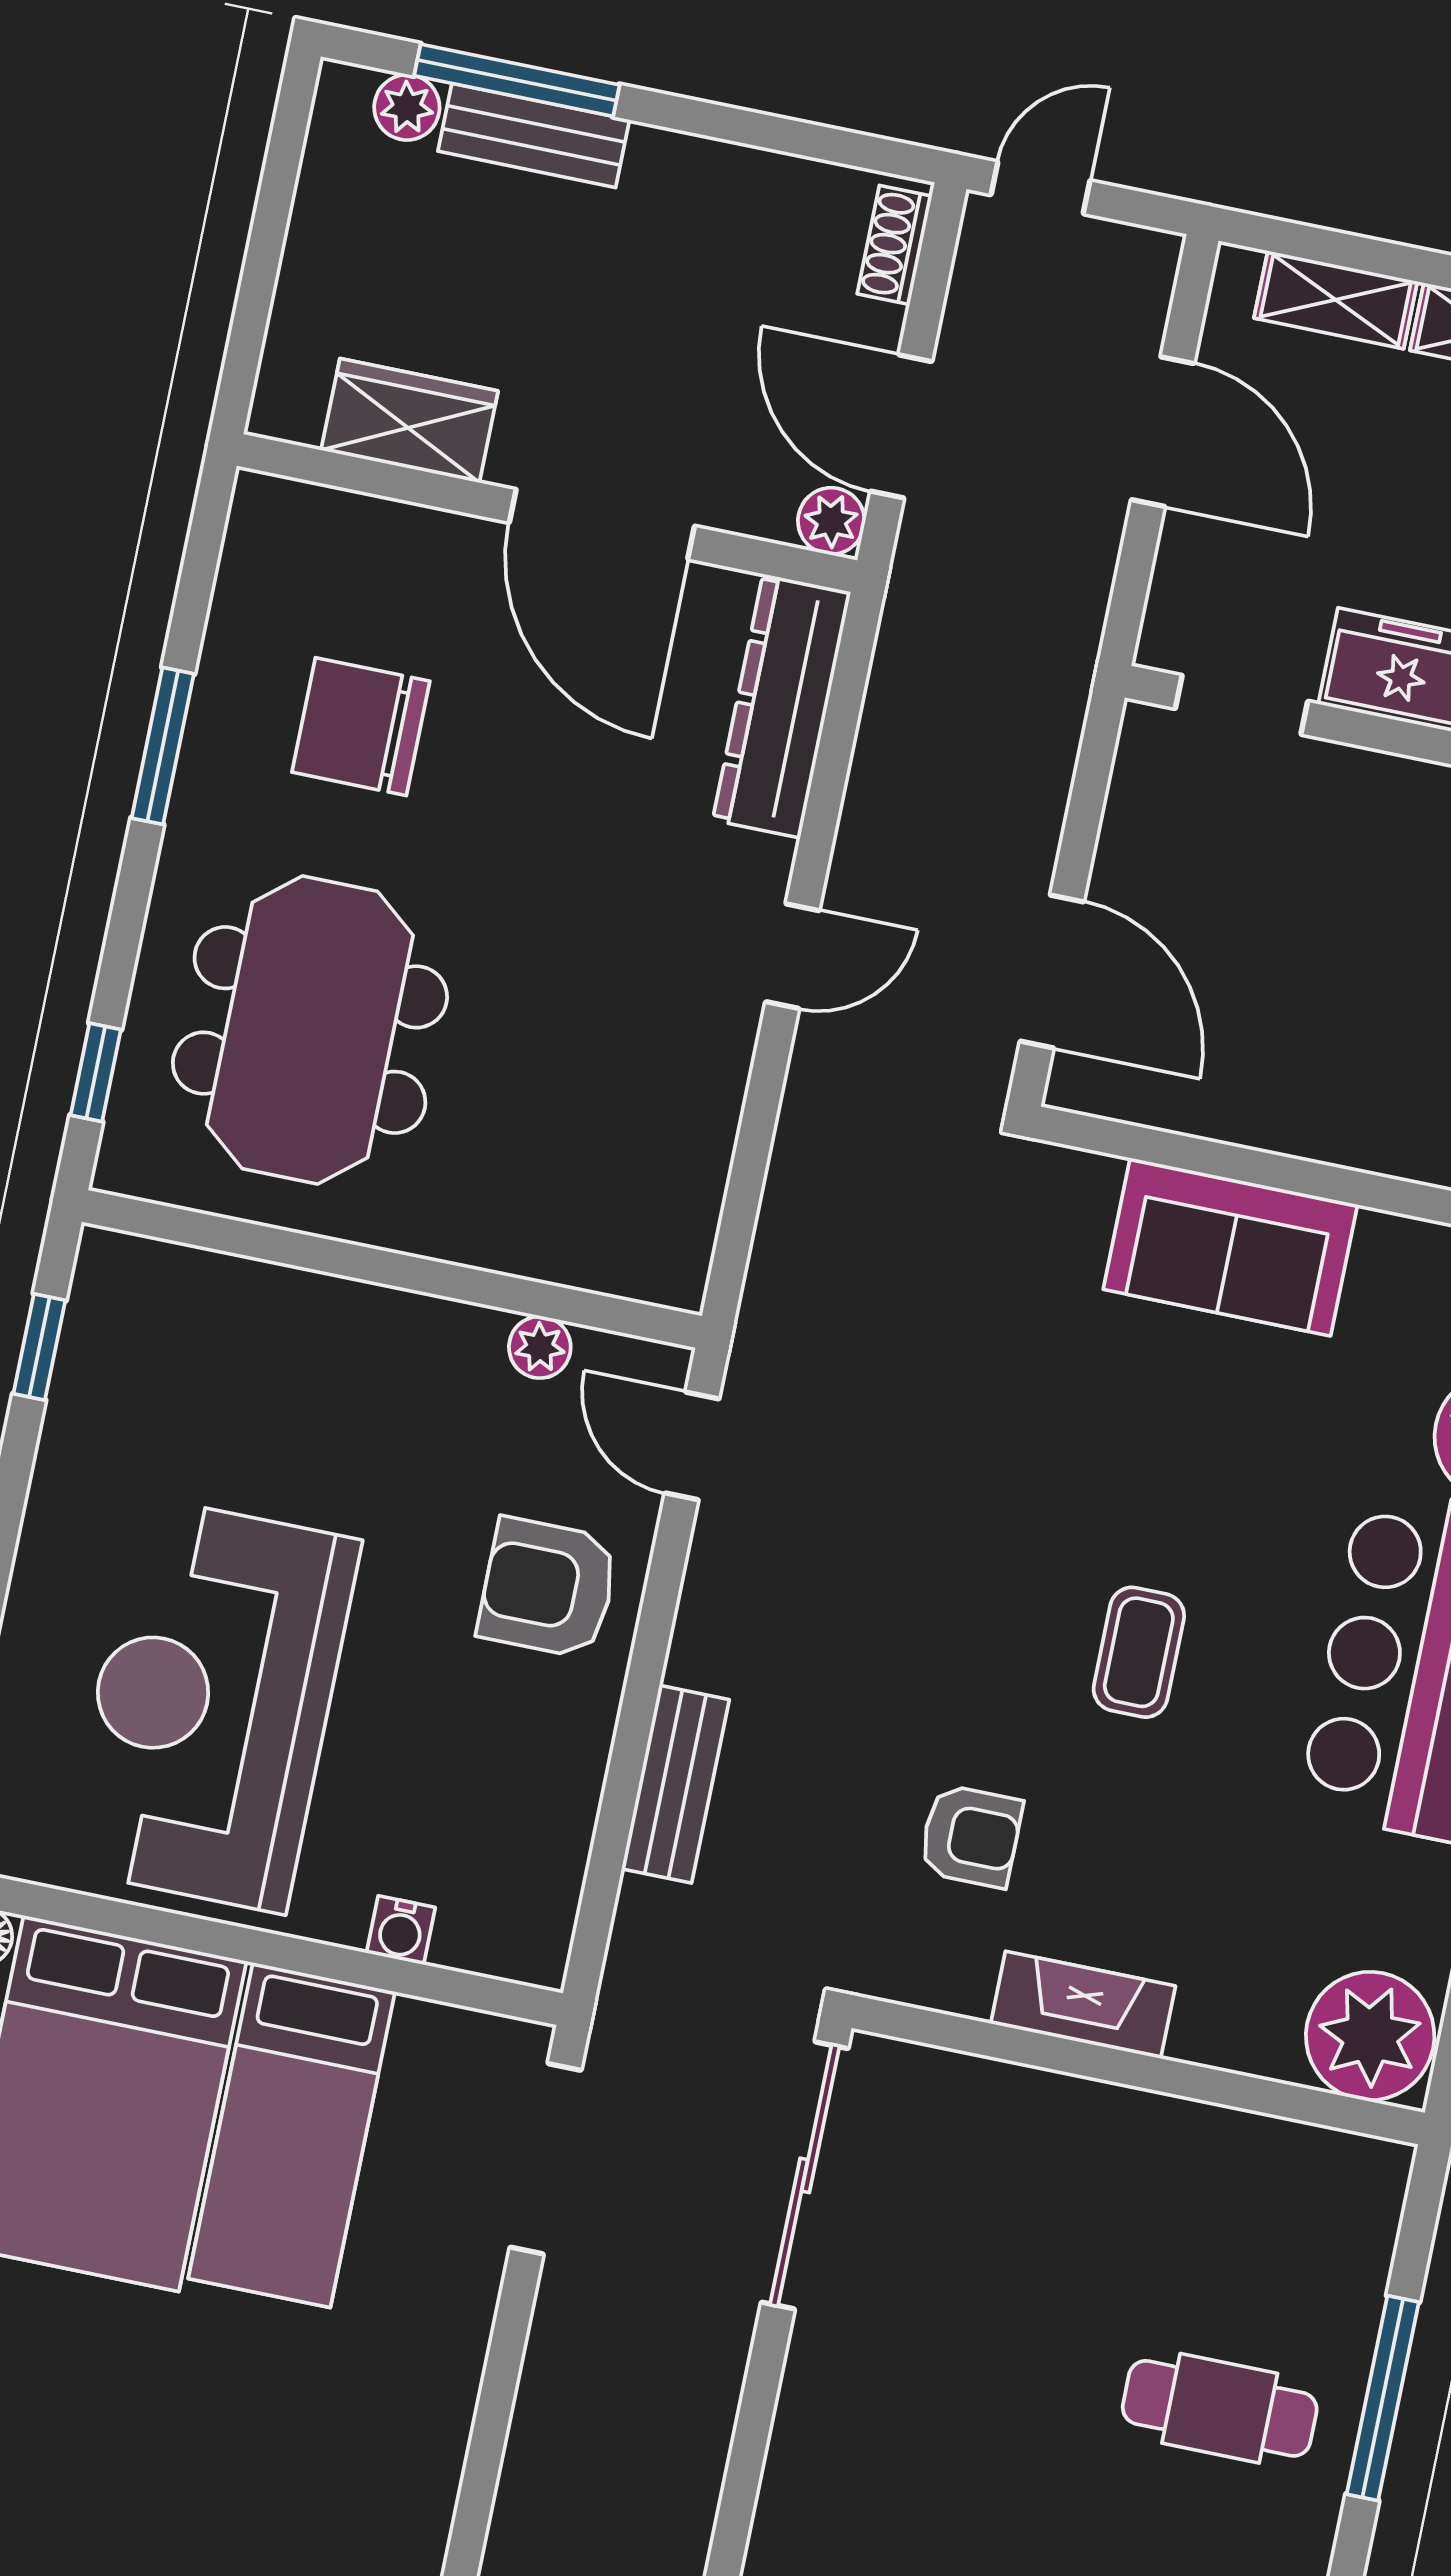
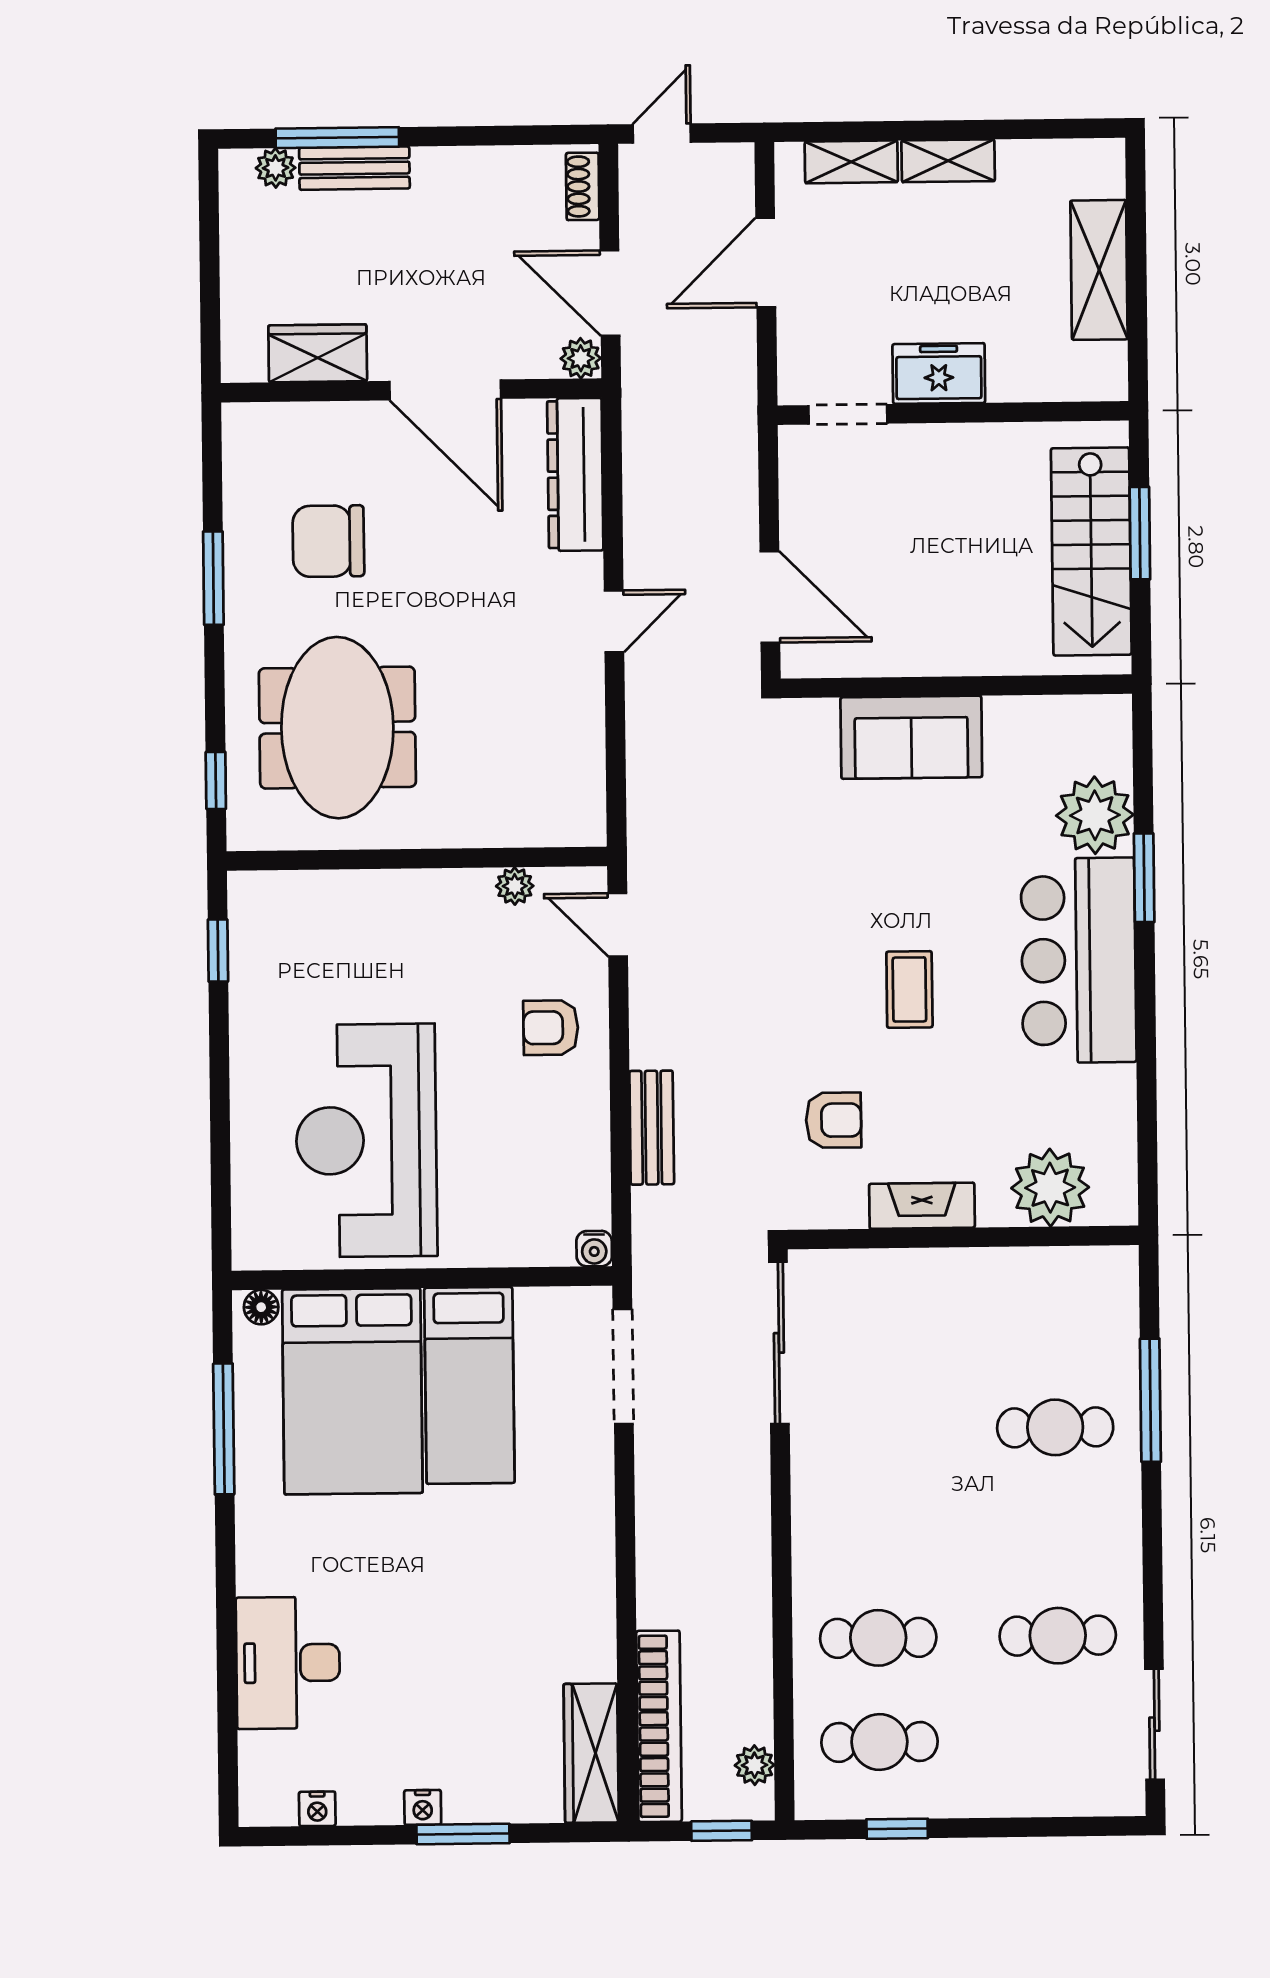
door: (1163, 432) -> (766, 262), swing flipped
armchair: (548, 1588) -> (551, 1028), width x0.72, depth x0.72
water cooler: (401, 1930) -> (594, 1249), moved
plant: (1370, 2036) -> (1050, 1188), moved

